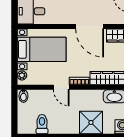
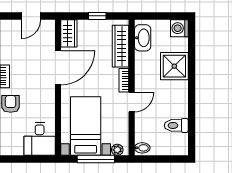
window: (14, 58) -> (96, 159), added

